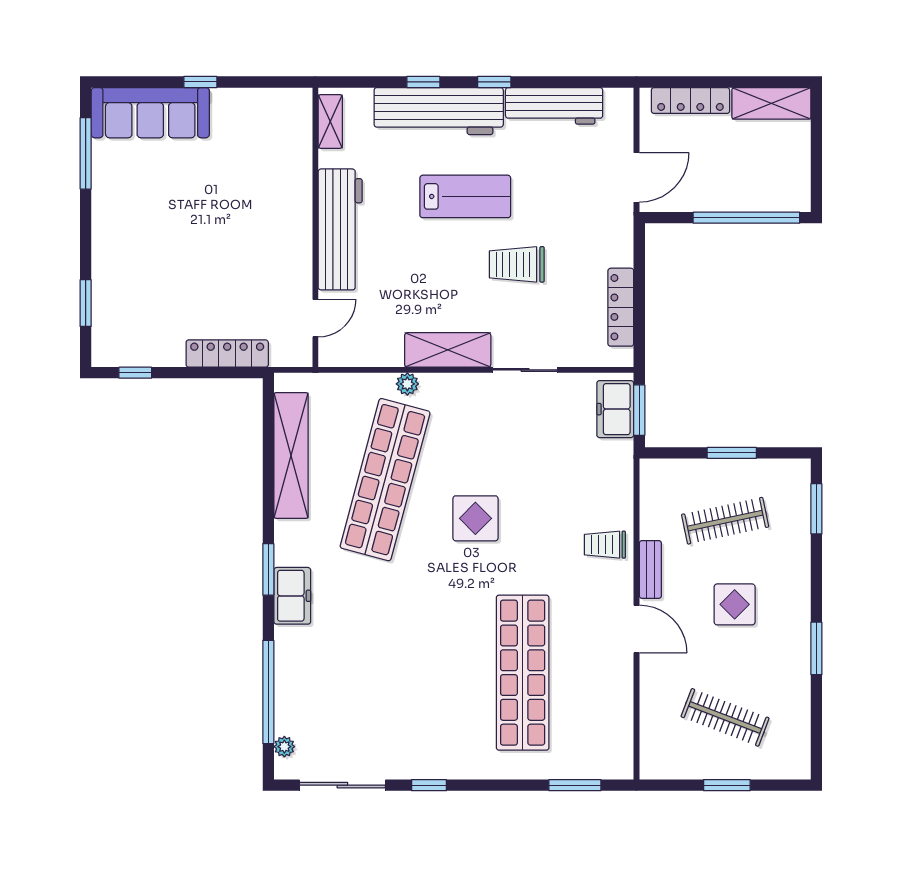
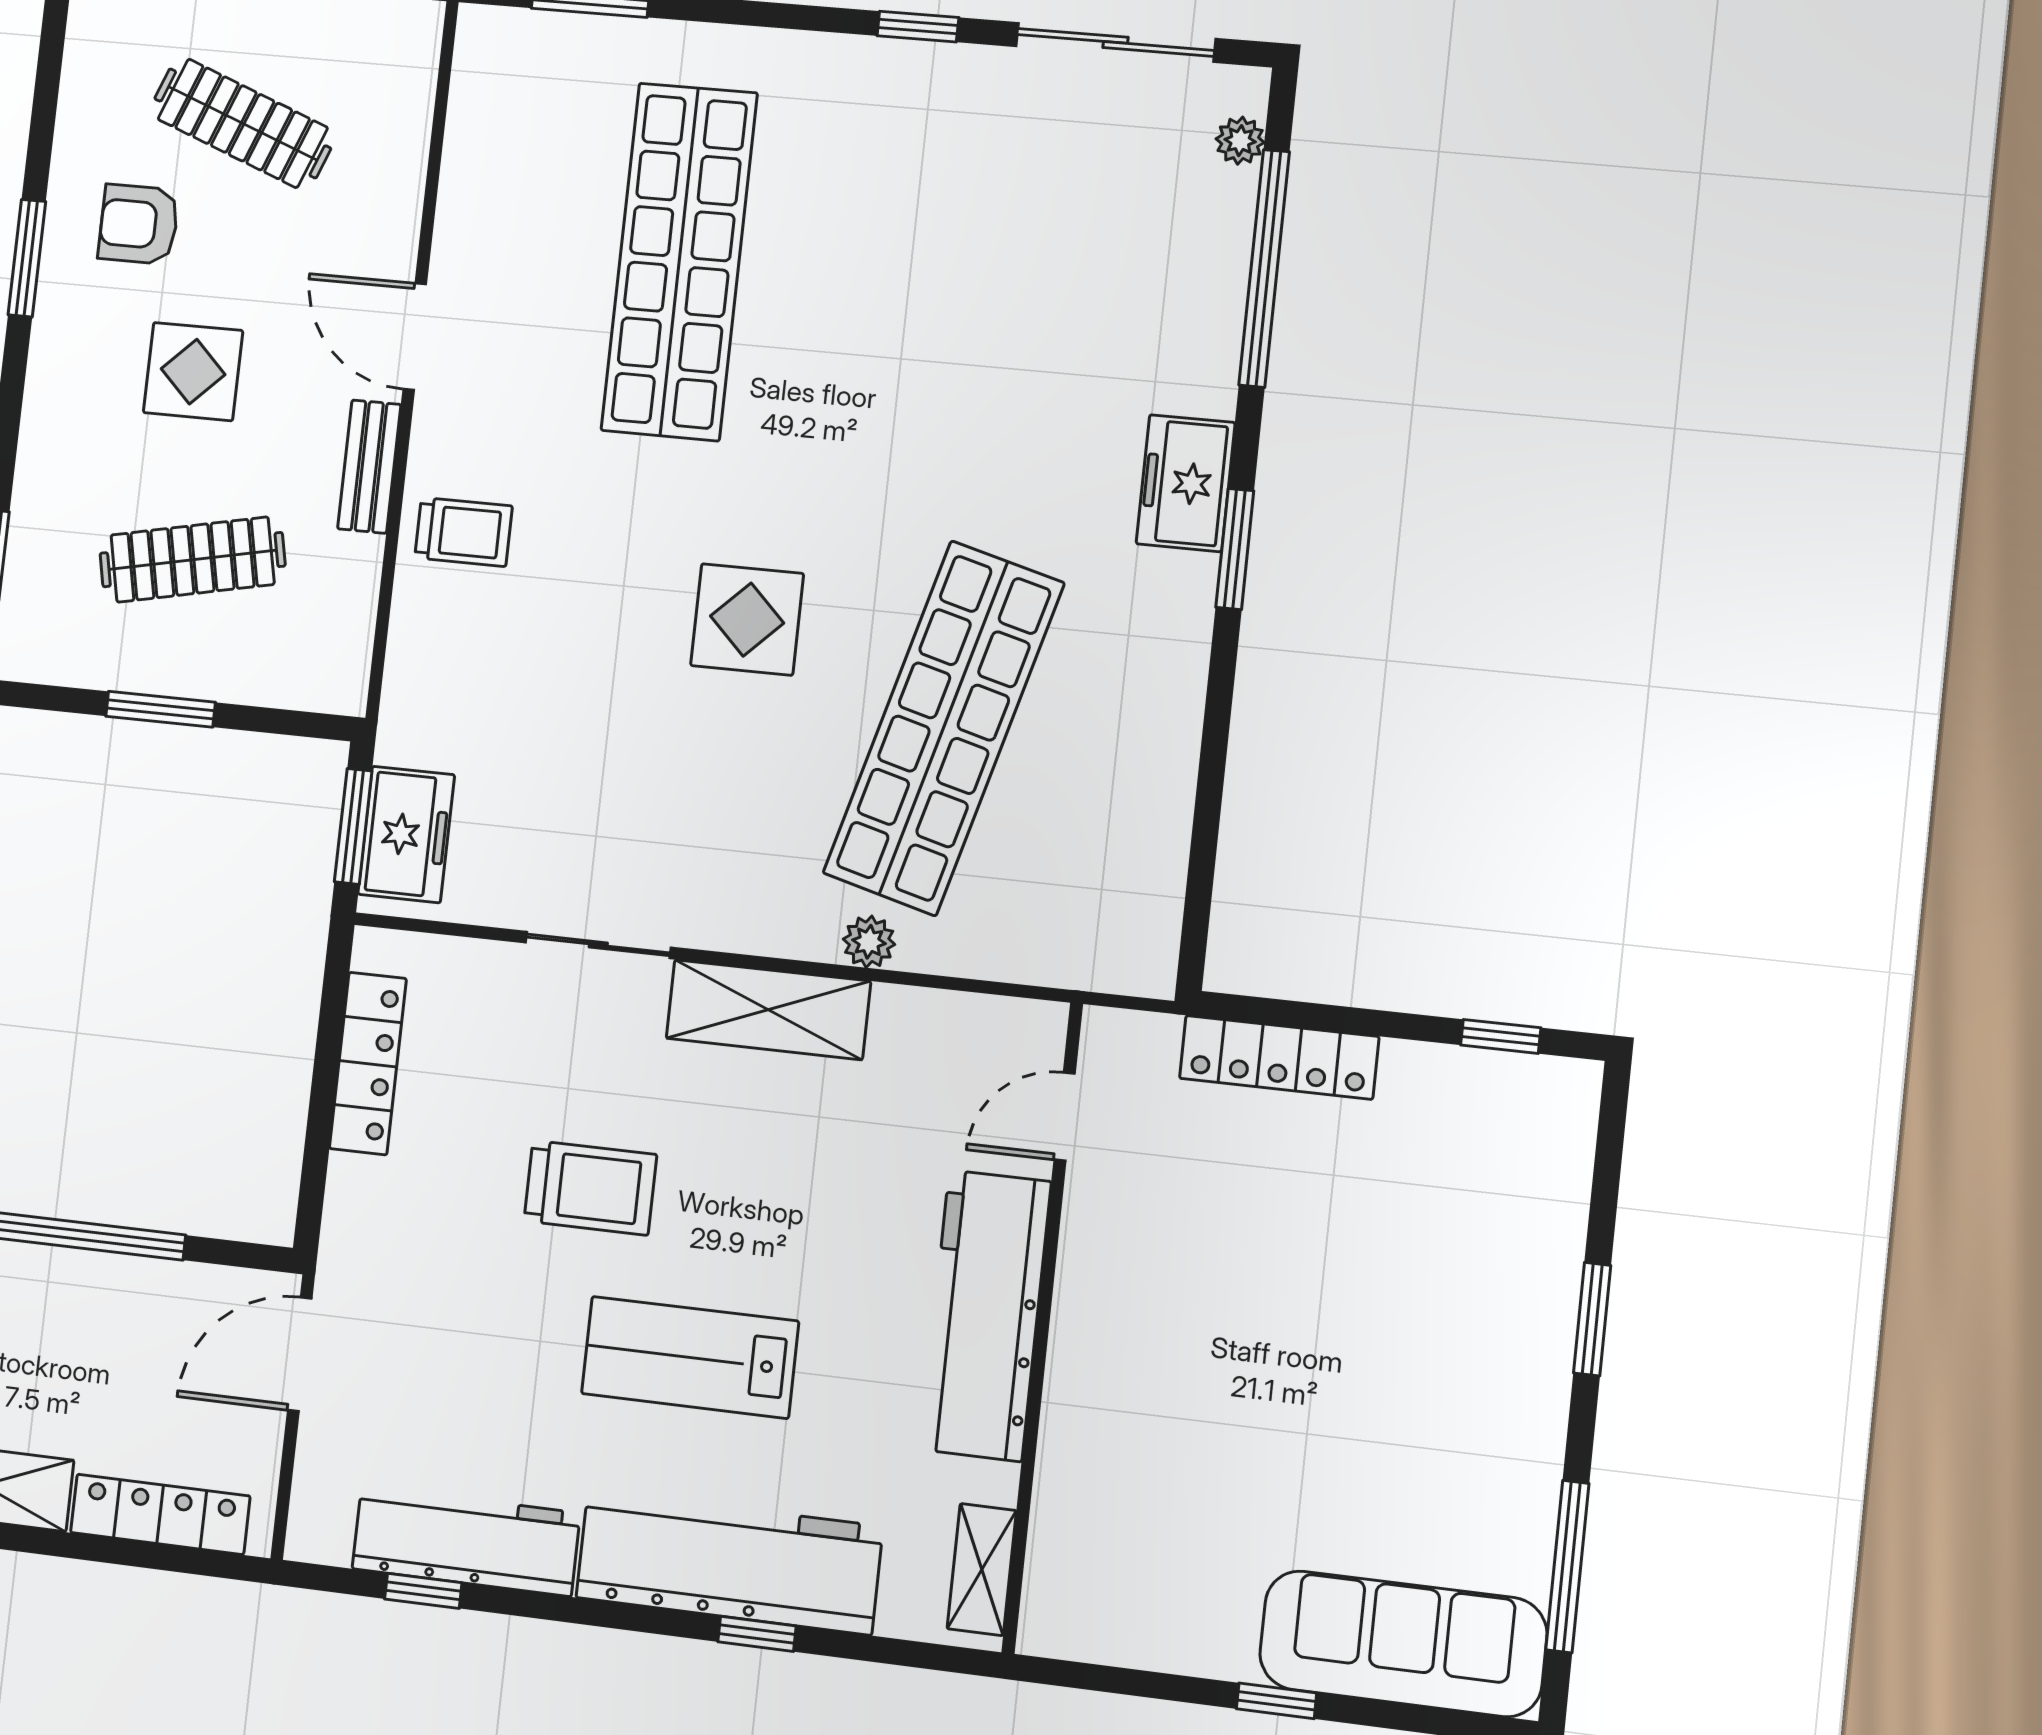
window: (494, 82) -> (423, 1591), moved
window: (86, 303) -> (1592, 1319), moved
shelving: (291, 455) -> (1155, 806), removed
armchair: (767, 668) -> (139, 224), added

